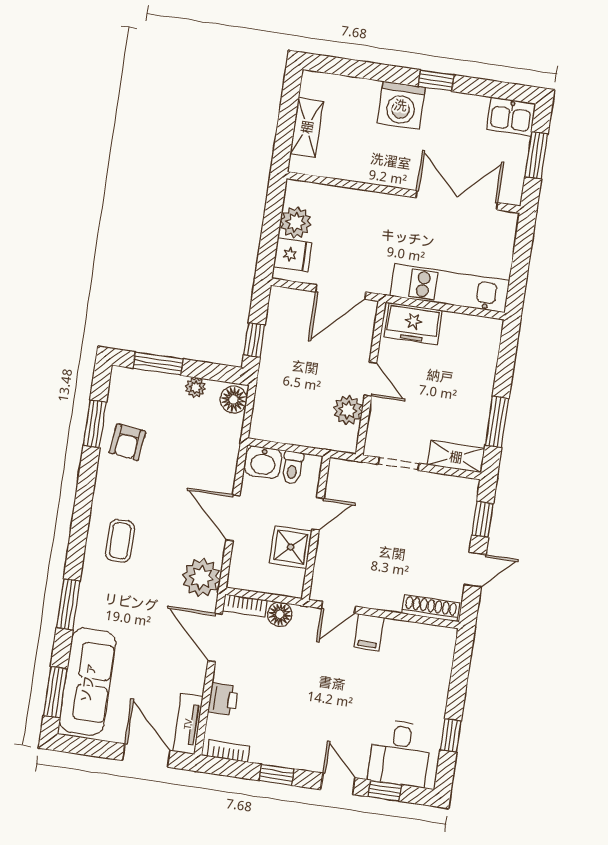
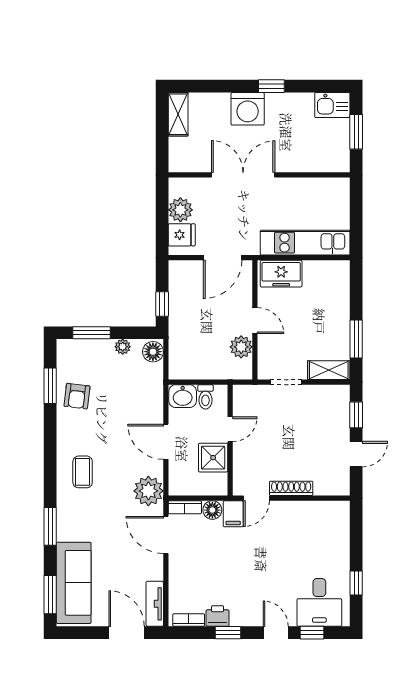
shelving: (307, 127) -> (178, 114), moved
double door: (457, 200) -> (243, 175), moved
shoe rack: (431, 608) -> (291, 488), moved
filing cabinet: (369, 632) -> (233, 514), moved
printer: (223, 699) -> (218, 616), moved, turned -90

